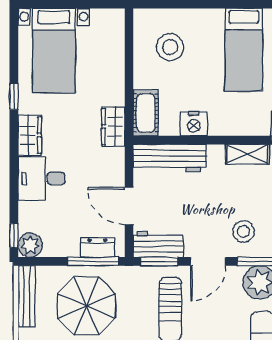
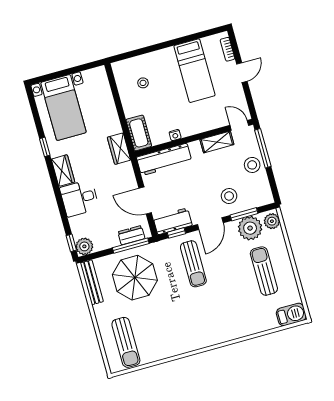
stool: (170, 47) -> (143, 83), width x0.53, depth x0.53
nightstand: (194, 124) -> (175, 135), width x0.53, depth x0.56
window: (159, 261) -> (176, 233), width x0.67

